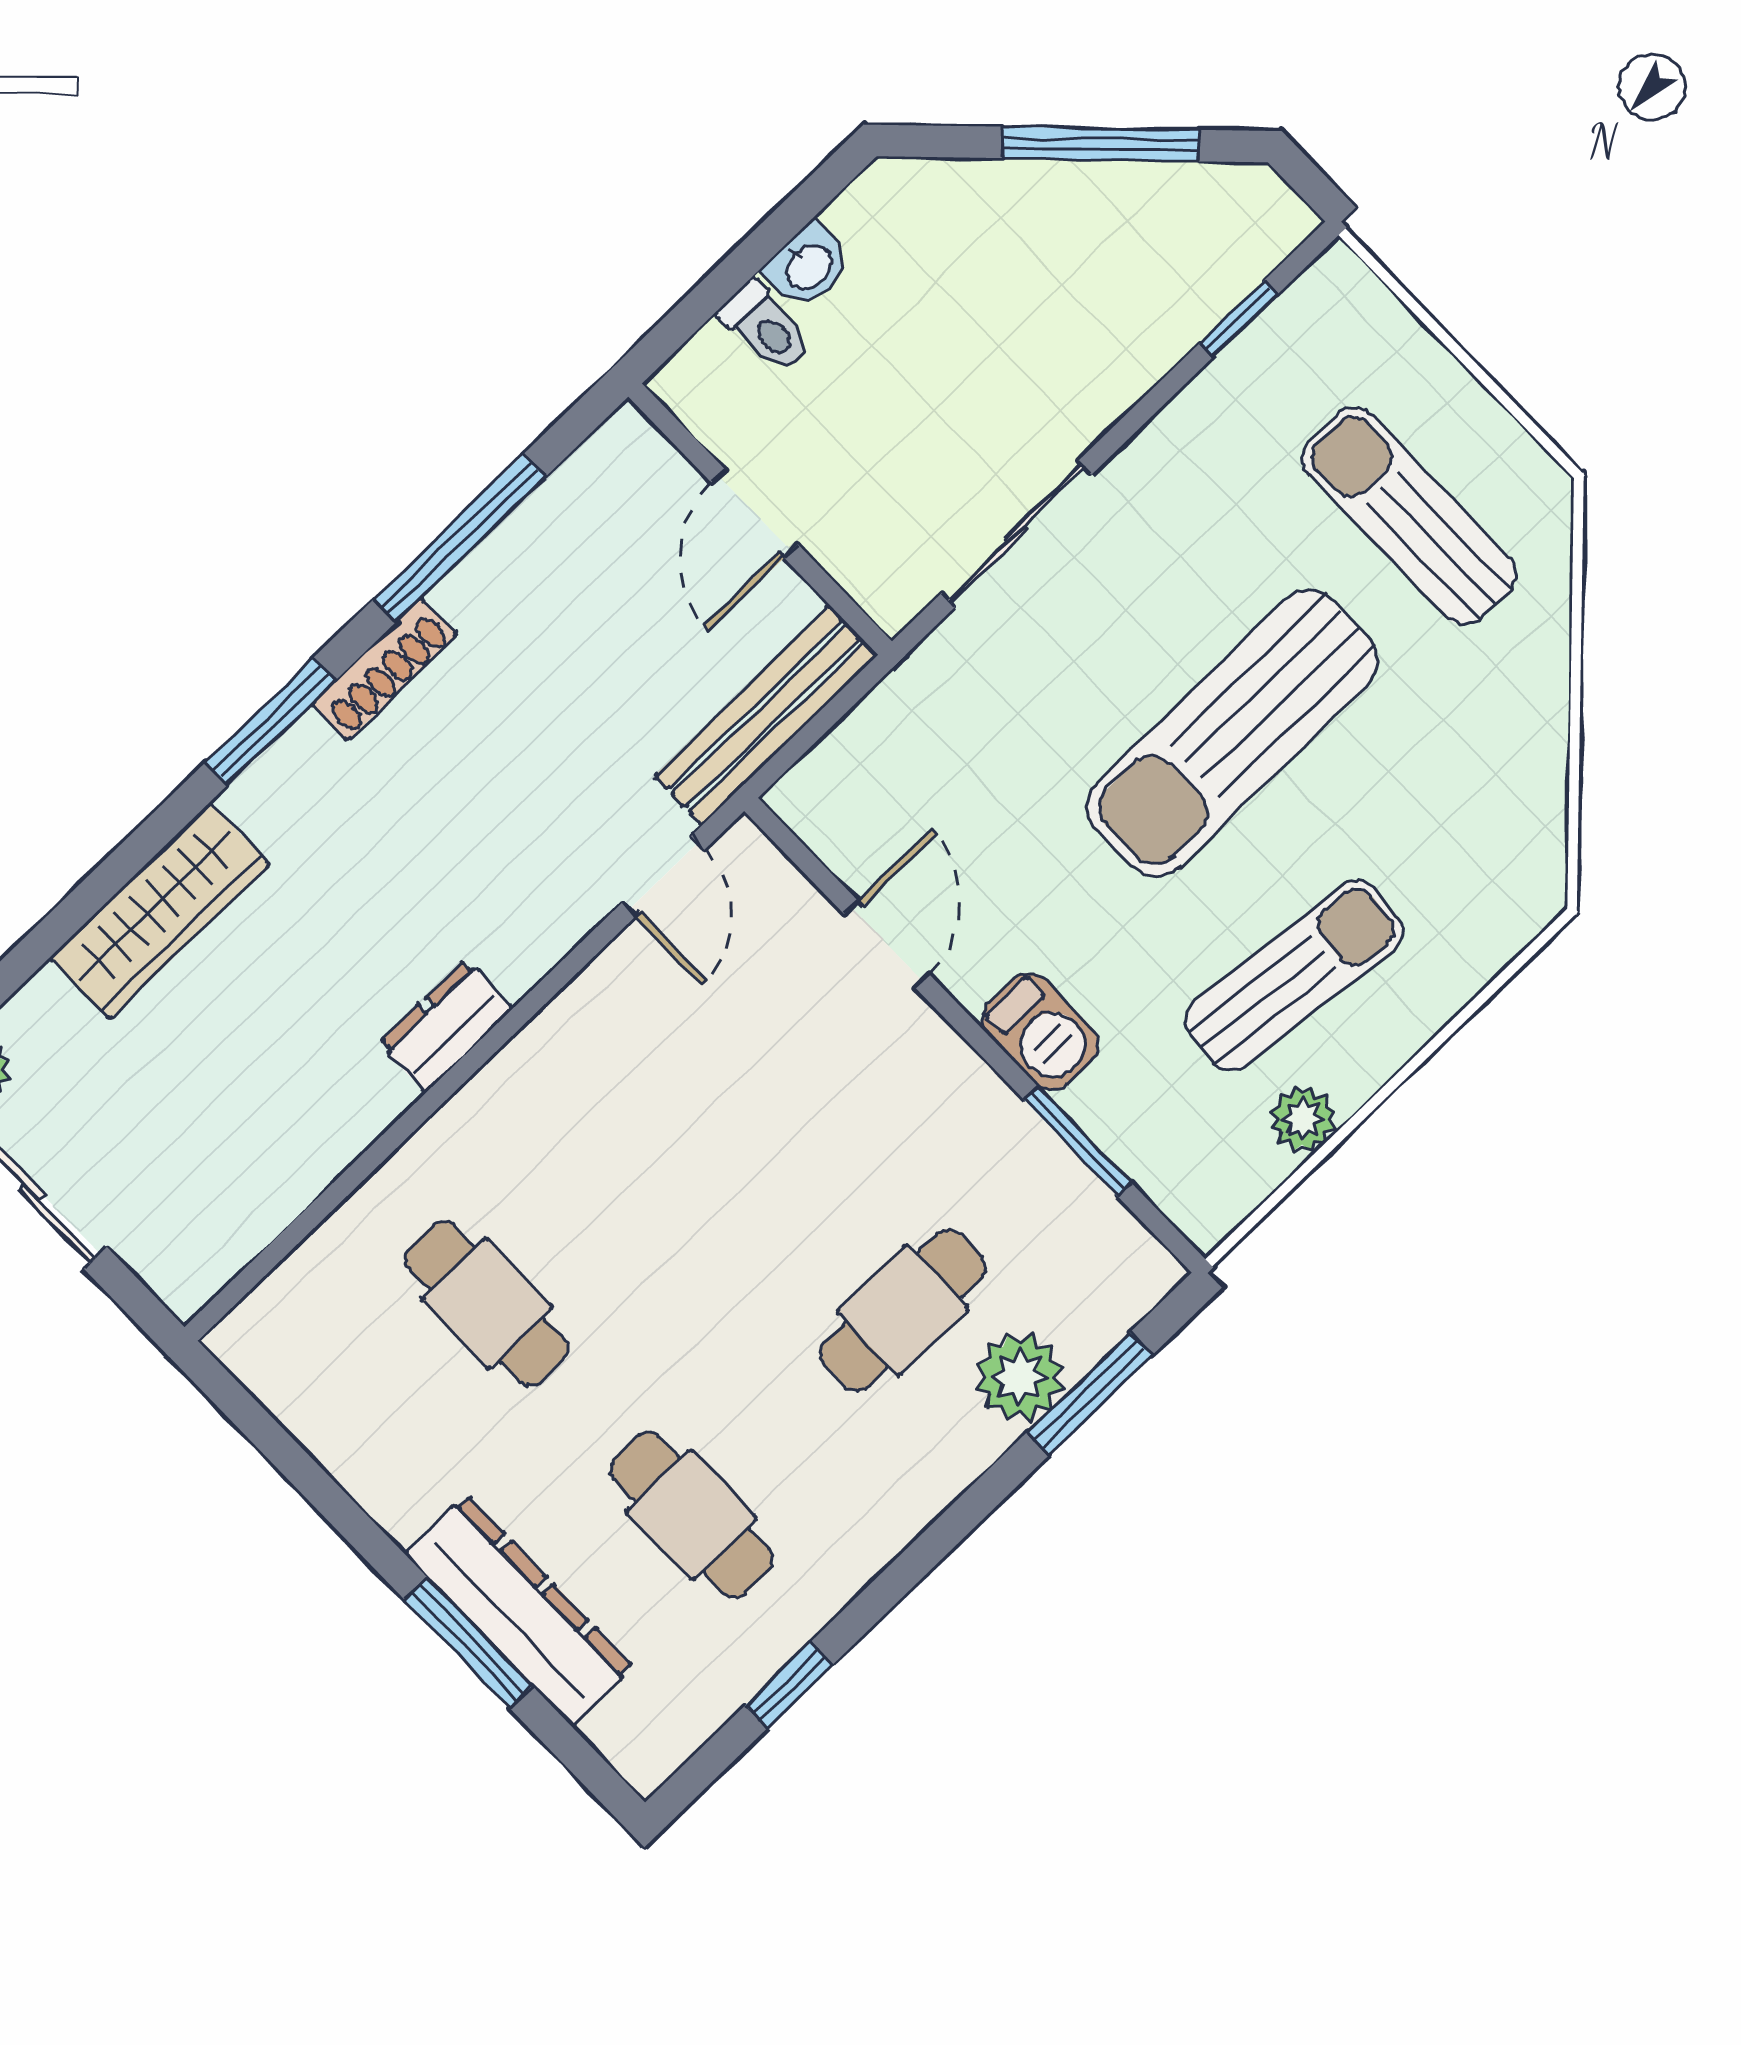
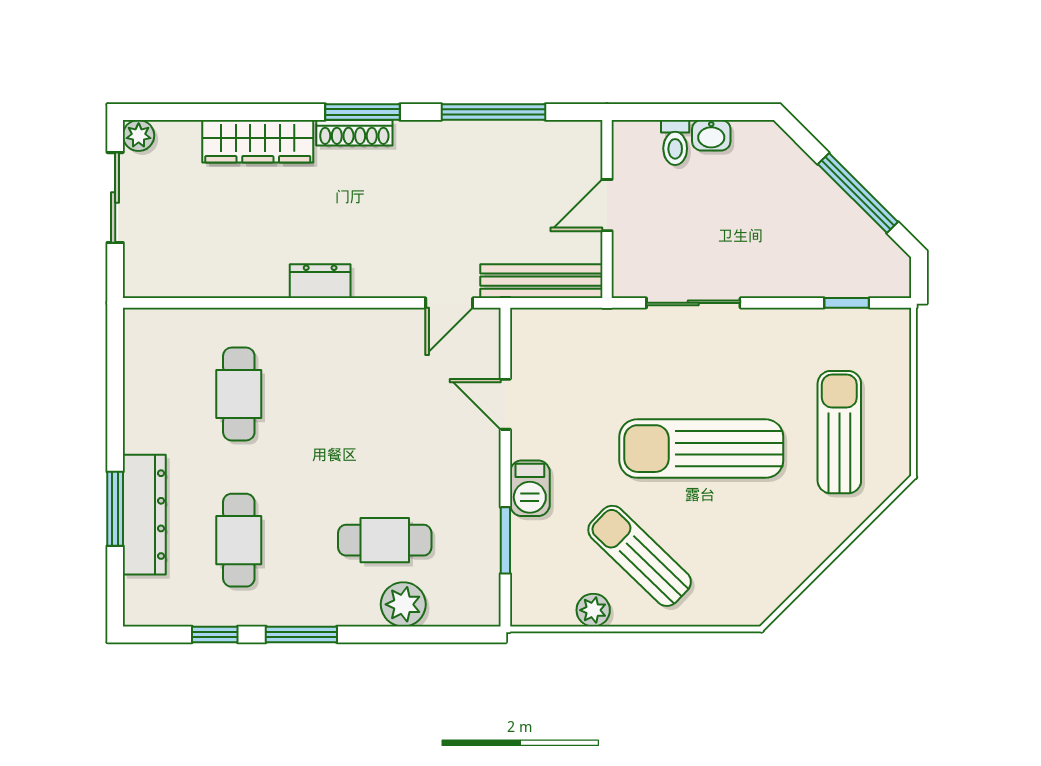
shoe rack: (384, 669) -> (354, 133), moved
door: (887, 944) -> (505, 404), swing flipped
sun lounger: (1294, 975) -> (640, 556), turned -142
window: (1090, 1394) -> (301, 634), moved

